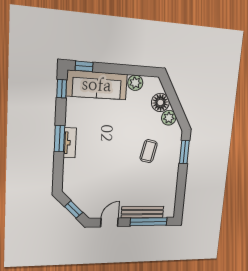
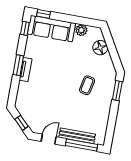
plant: (169, 118) -> (106, 61), removed

